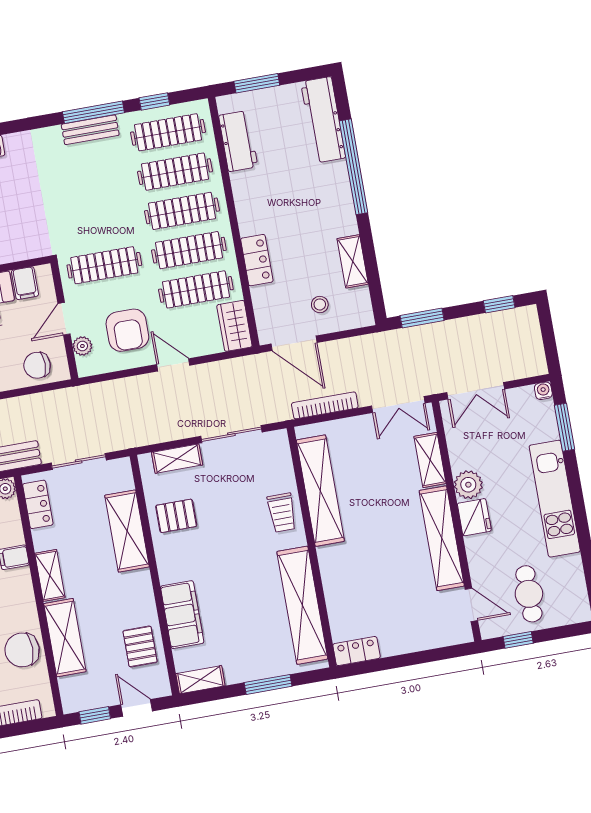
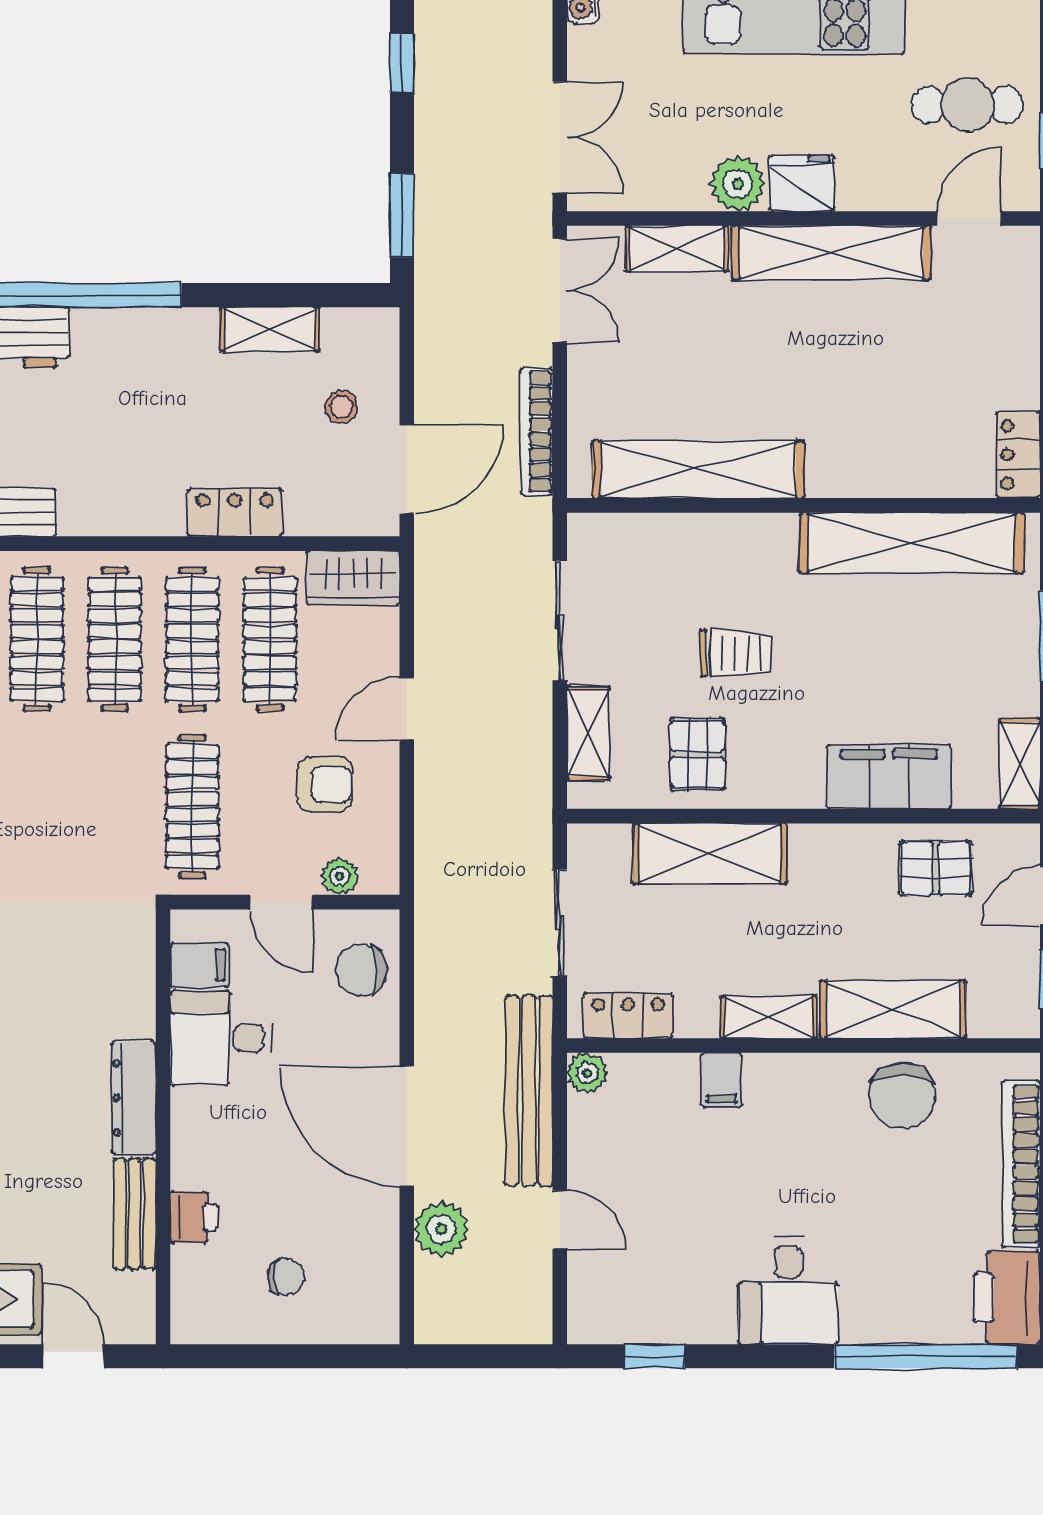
armchair: (127, 330) -> (325, 785), width x0.72, depth x0.72
chair: (37, 365) -> (361, 970), turned 90
trolley: (282, 513) -> (736, 653), moved

